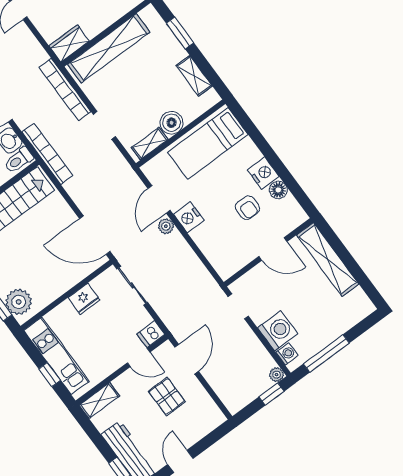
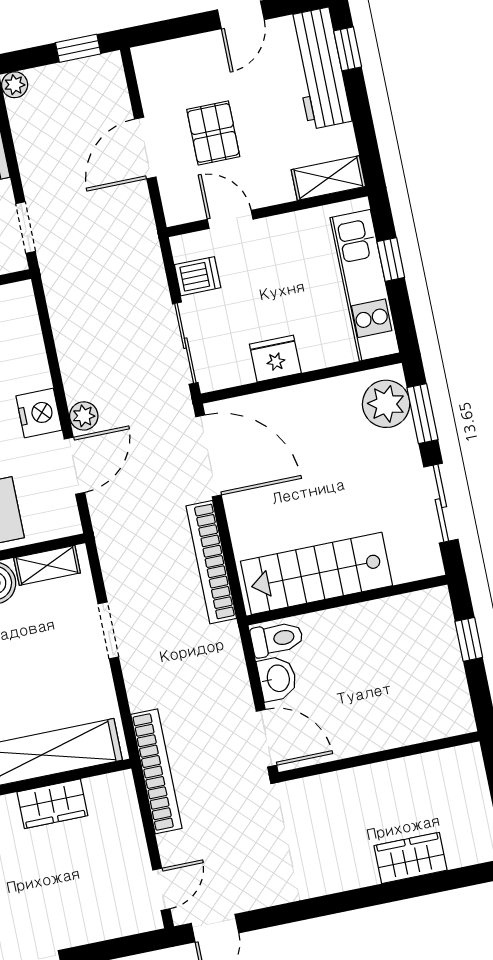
wardrobe: (69, 43) -> (52, 804), moved
bookcase: (65, 89) -> (156, 771), moved
bookcase: (47, 154) -> (211, 562), moved
dishwasher: (151, 334) -> (198, 276), moved
door: (187, 359) -> (145, 148), moved
window: (271, 394) -> (78, 48), moved

